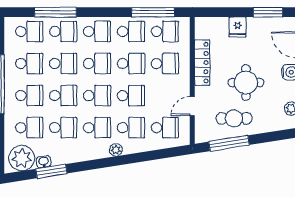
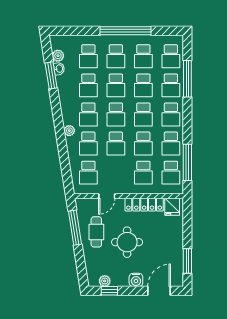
fridge: (238, 27) -> (172, 207), moved, turned -90
door: (192, 106) -> (107, 196), swing flipped
plant: (22, 158) -> (58, 56), width x0.53, depth x0.53

